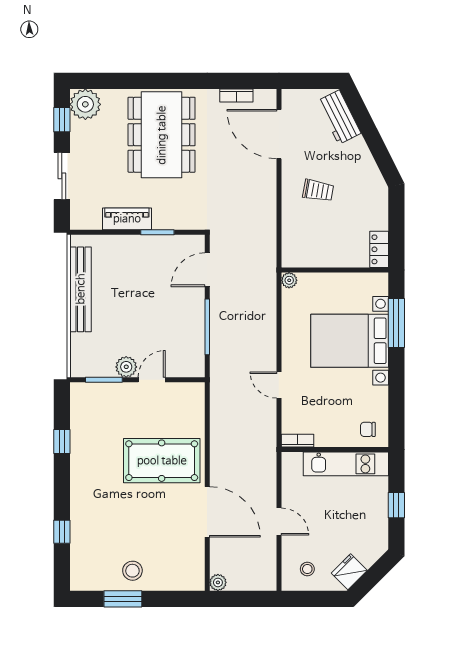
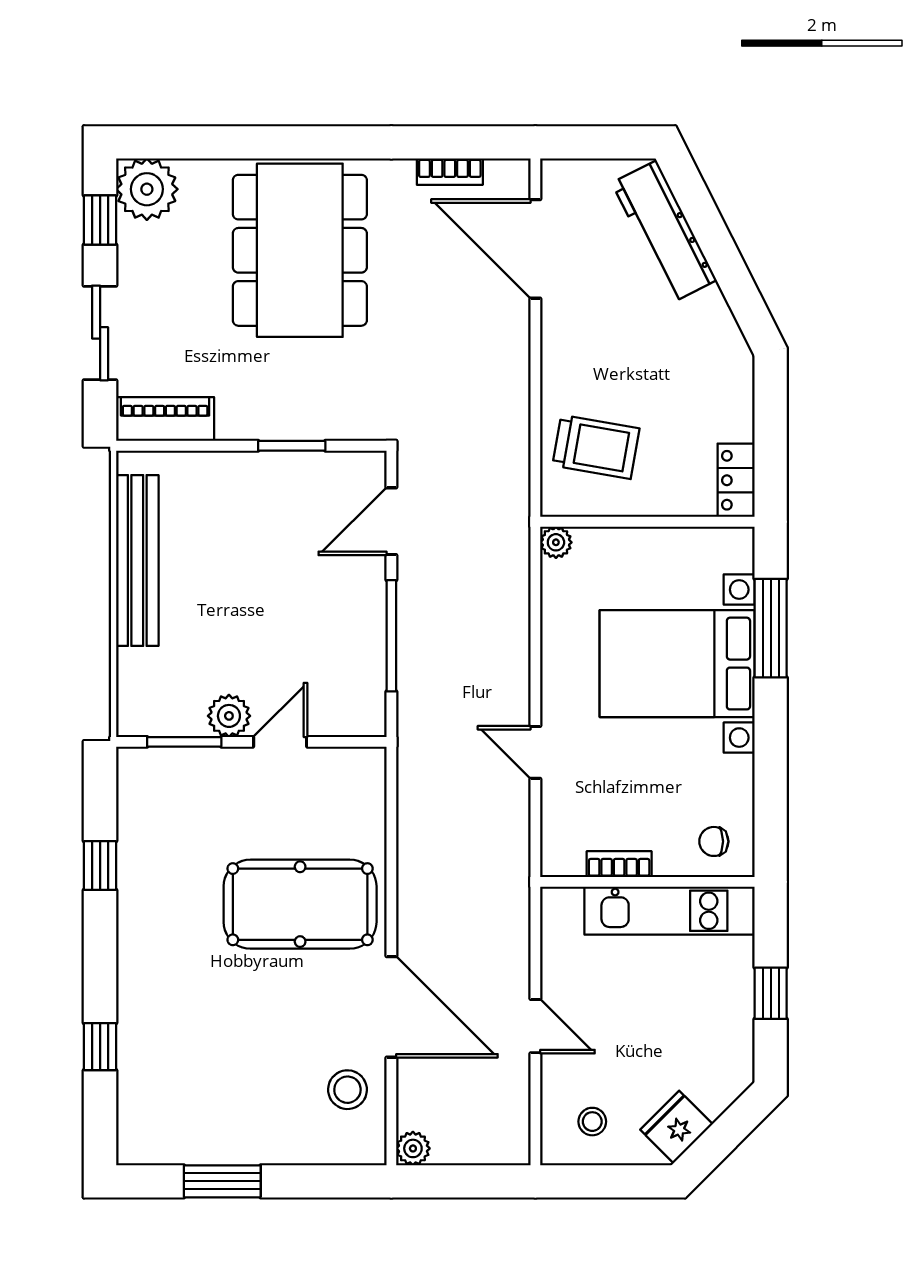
workbench: (339, 117) -> (664, 232), width x1.37
trolley: (318, 190) -> (596, 447), moved, width x1.36, depth x1.39
piano: (127, 219) -> (165, 419), moved
bookcase: (298, 441) -> (619, 864), moved
stool: (132, 571) -> (347, 1090), moved

